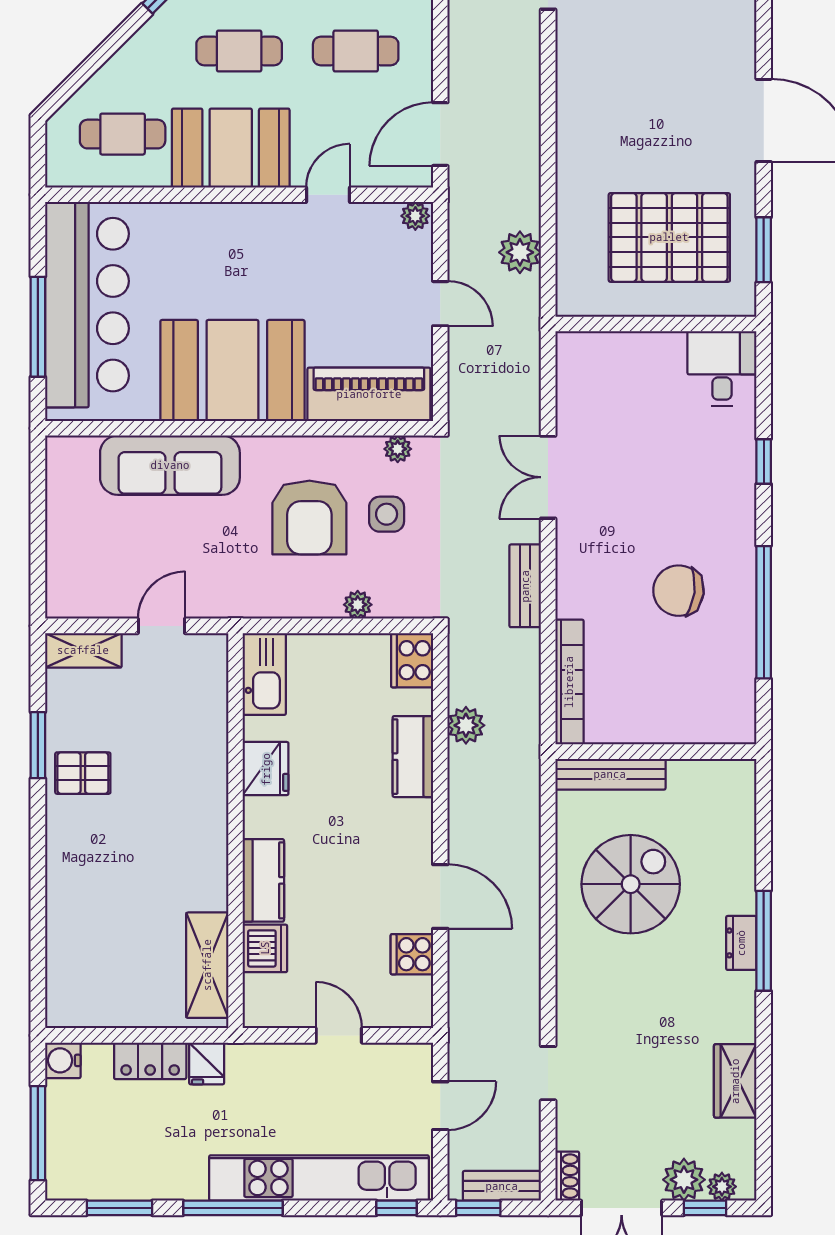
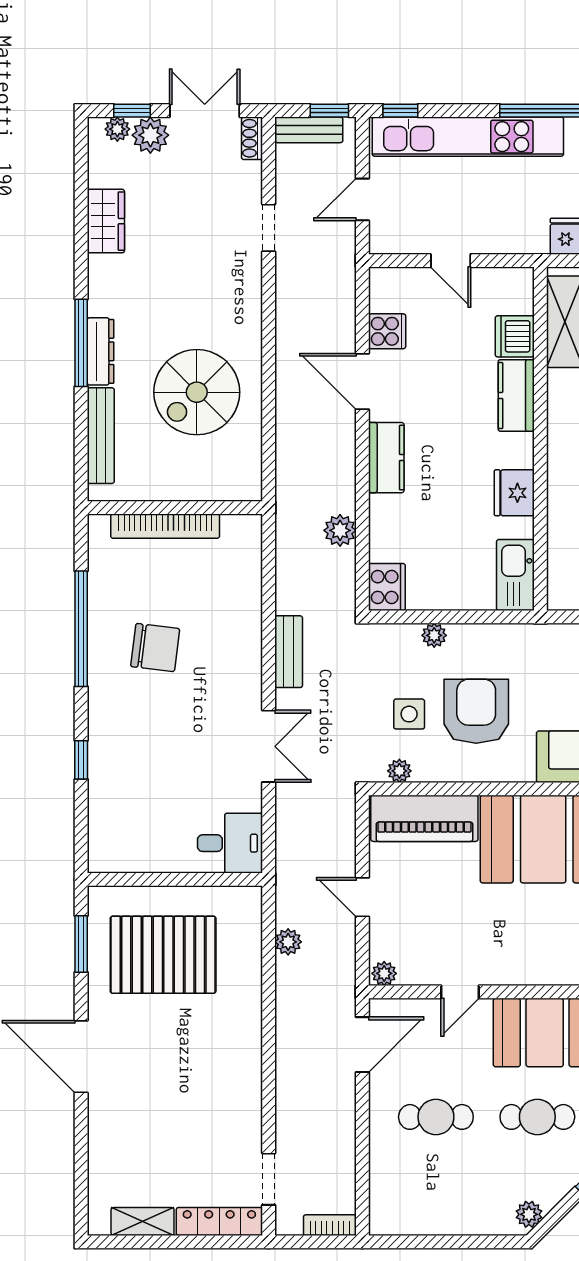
plant: (520, 252) -> (288, 942), width x0.73, depth x0.73
desk: (722, 368) -> (230, 843), moved, turned -90
bookcase: (569, 682) -> (165, 526), moved, turned -90
kitchen counter: (413, 757) -> (386, 458), moved
bench: (610, 774) -> (101, 436), moved, turned 90
dresser: (741, 943) -> (101, 351), width x1.44

